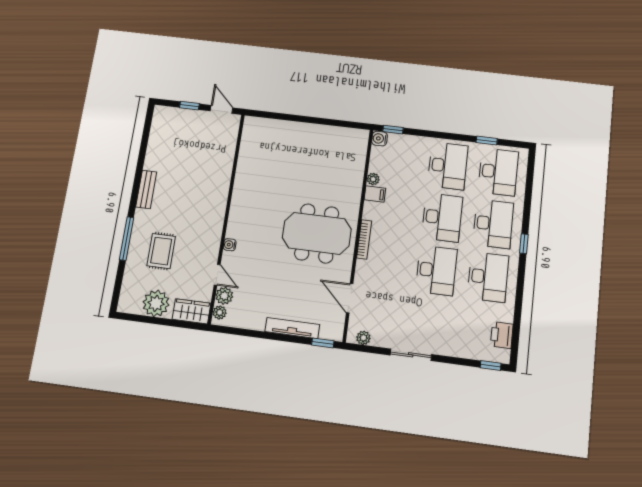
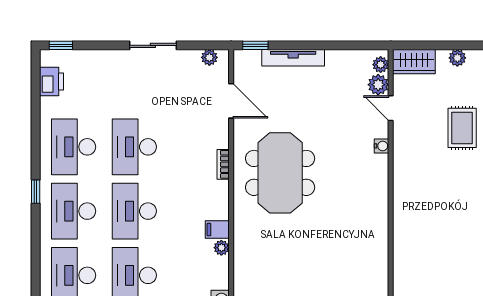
meeting table: (317, 233) -> (280, 173), turned 90
bookcase: (364, 239) -> (223, 164), width x0.64
plant: (156, 303) -> (457, 58), width x0.53, depth x0.53

